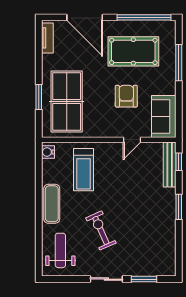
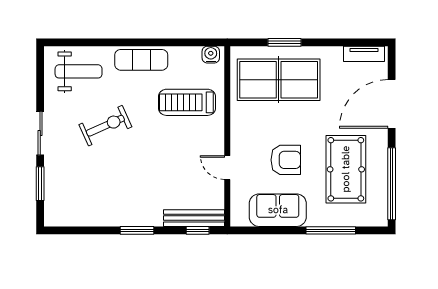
sofa: (164, 116) -> (278, 210), moved

